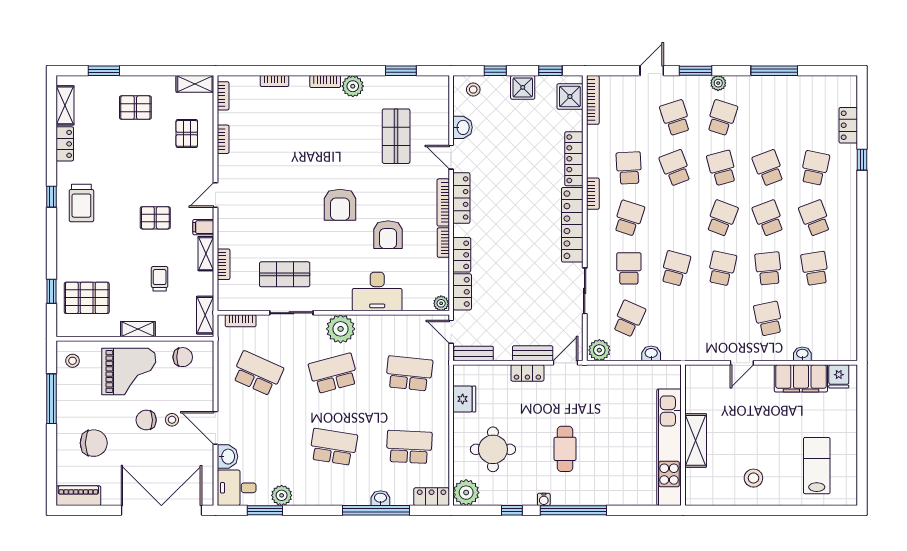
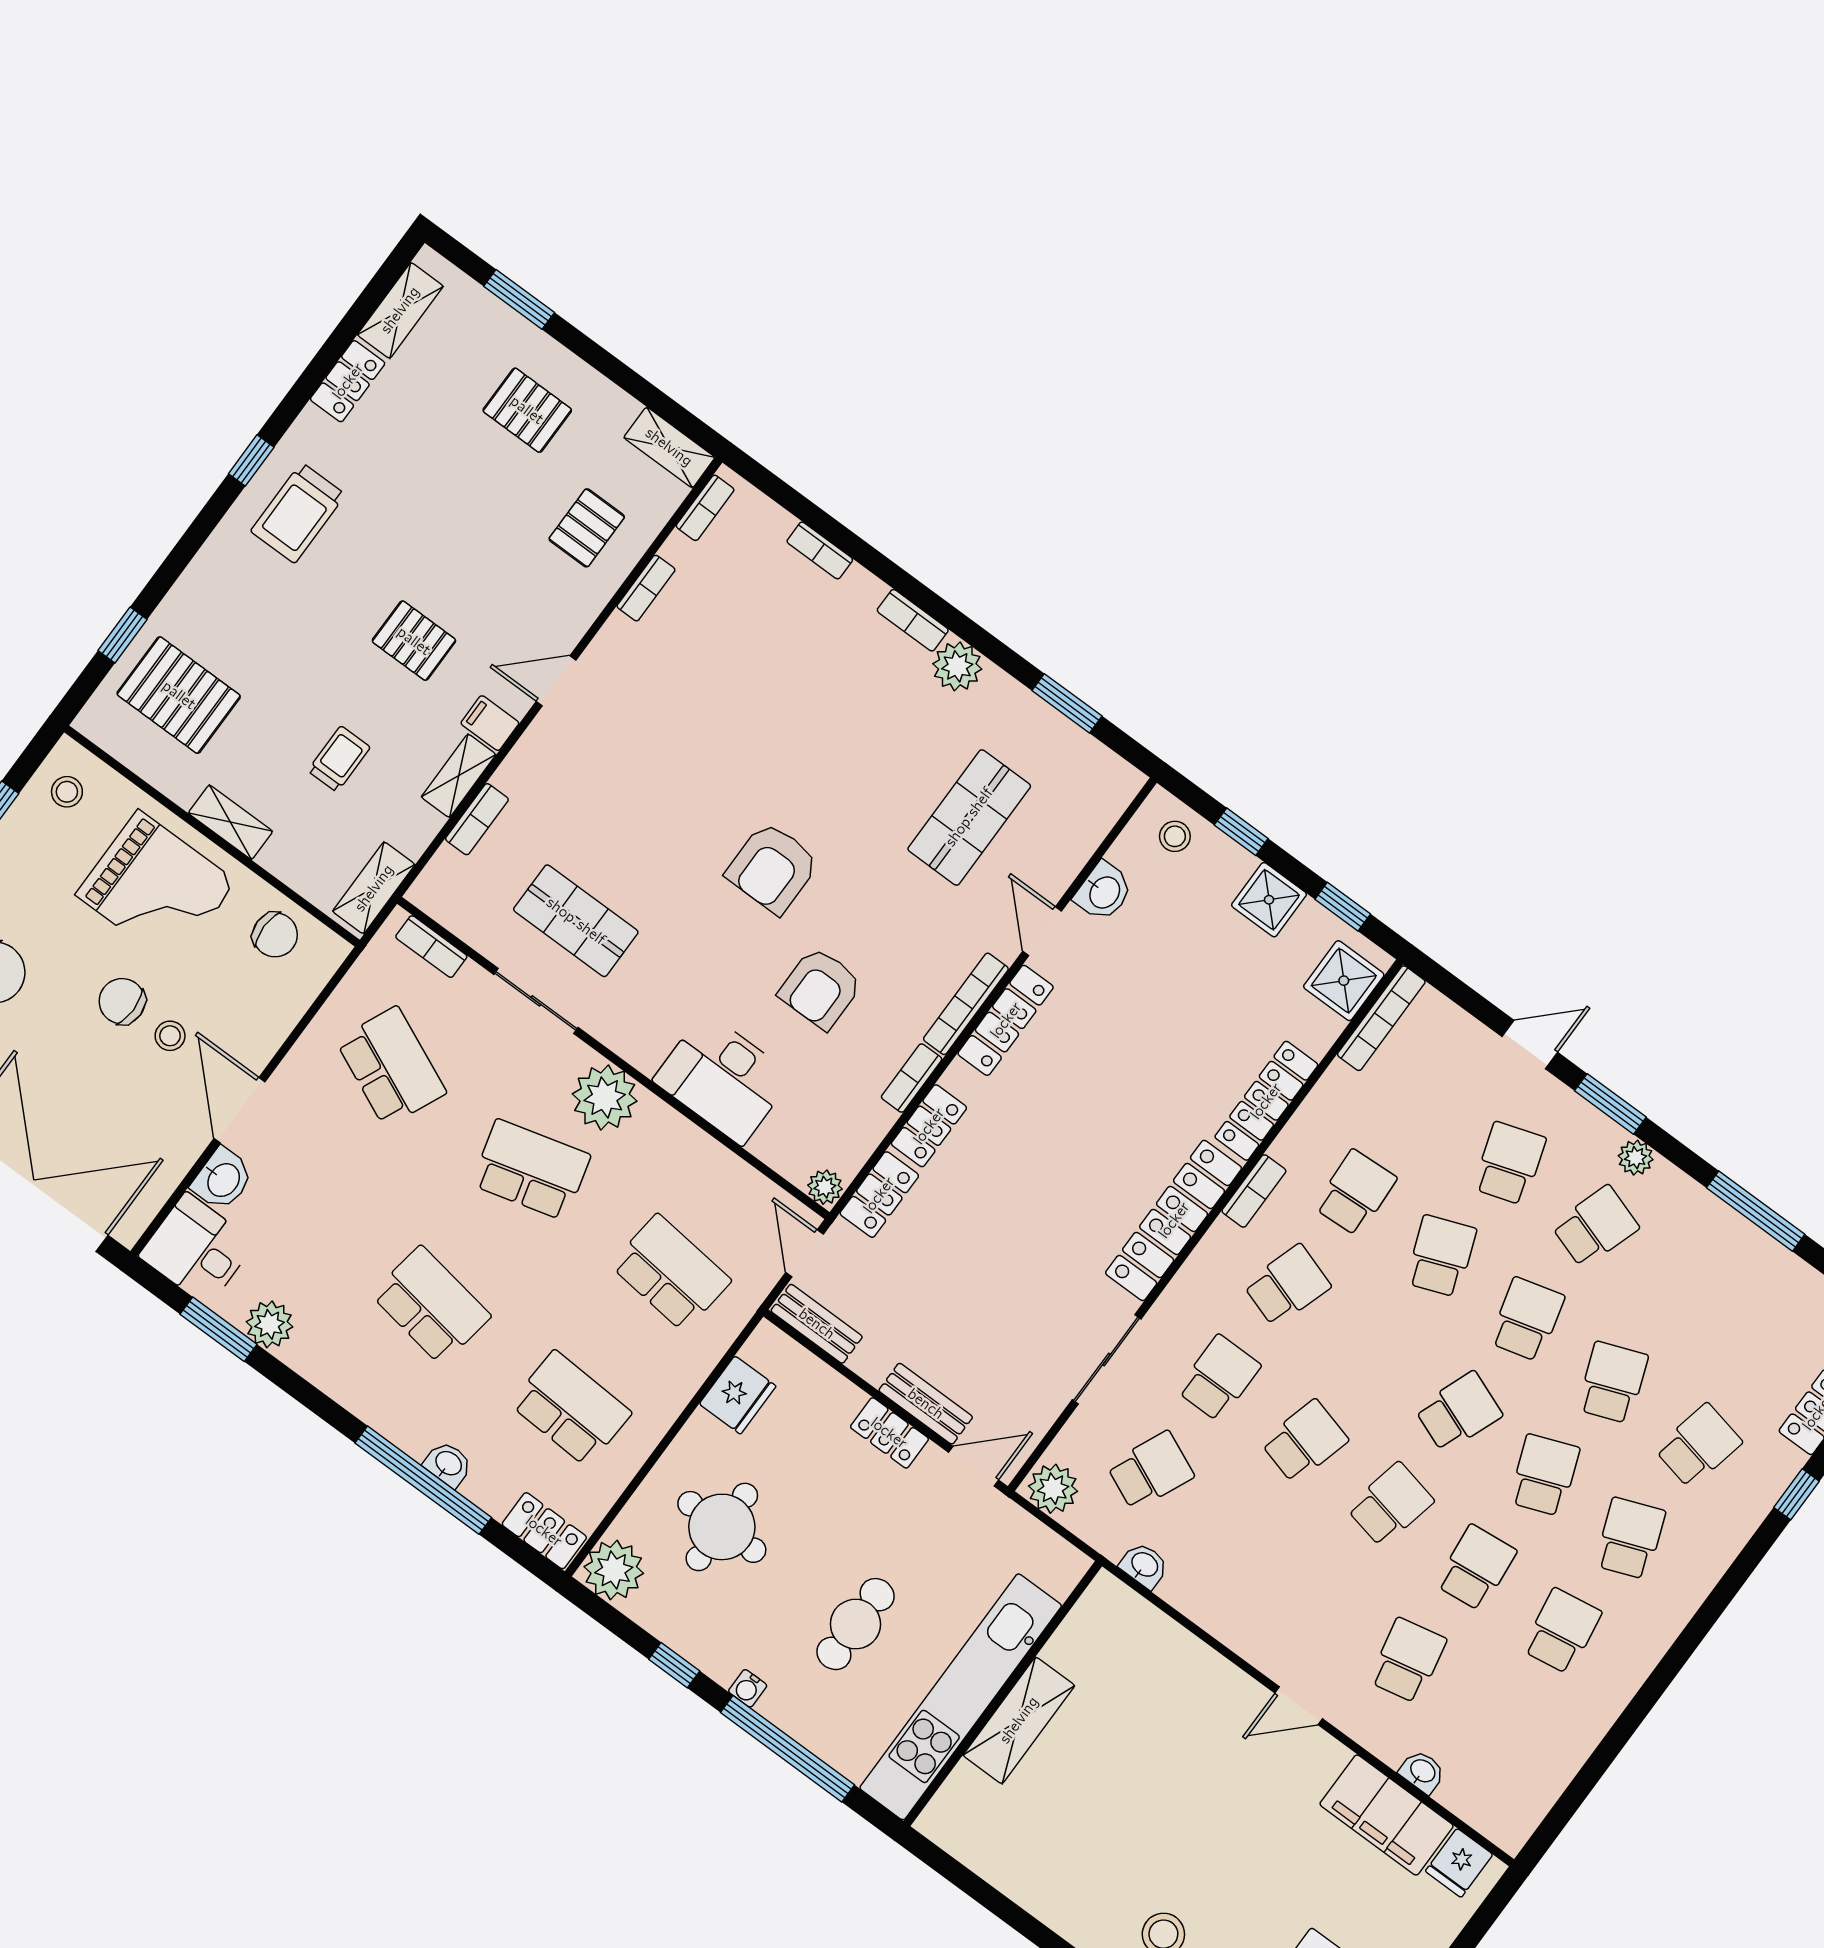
wall: (683, 435) -> (1003, 1694), moved
shelving: (696, 440) -> (1019, 1720), moved
kitchen unit: (669, 447) -> (961, 1697), moved

